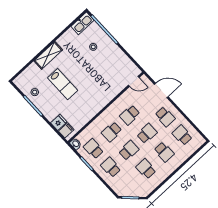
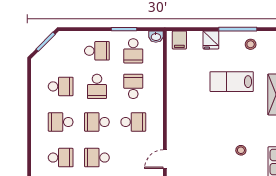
school desk: (130, 115) -> (133, 122), turned 90
fridge: (59, 122) -> (211, 40), moved
school desk: (147, 134) -> (97, 122), turned 90
school desk: (94, 149) -> (133, 51), turned 90

